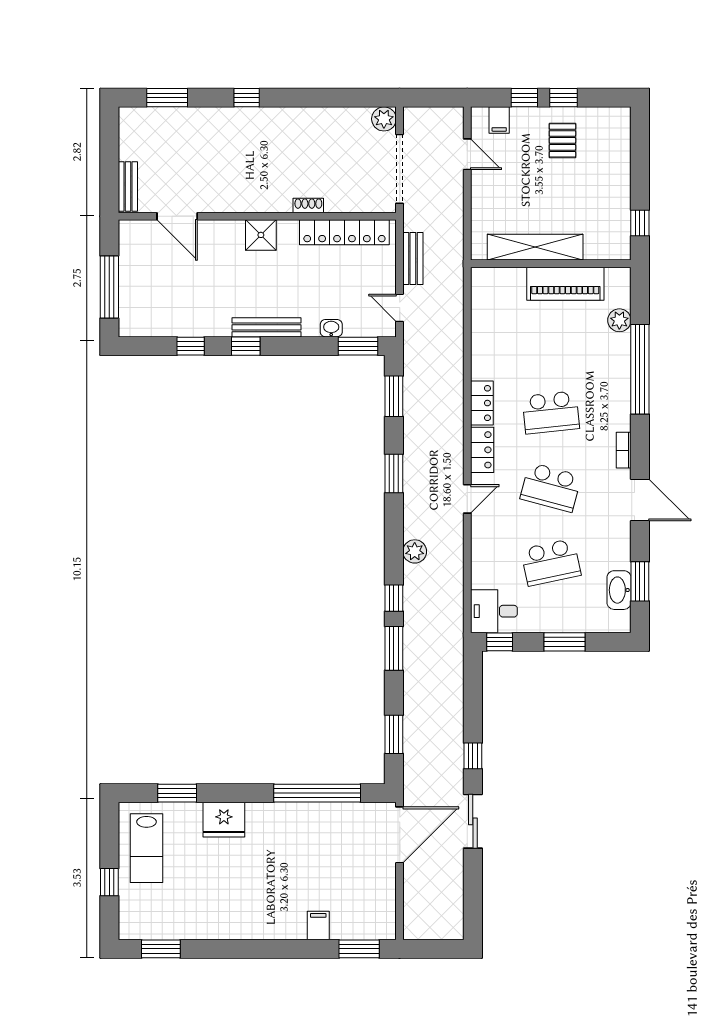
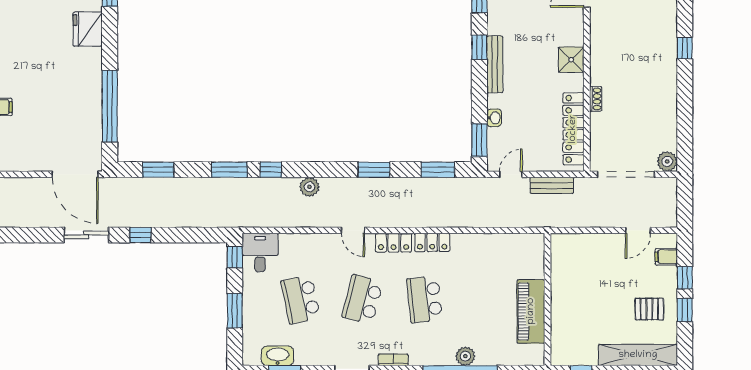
shelving: (535, 247) -> (638, 355), moved, turned 90
plant: (619, 320) -> (465, 356), moved

